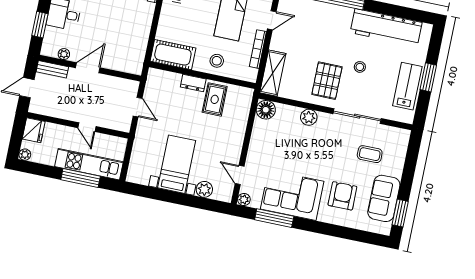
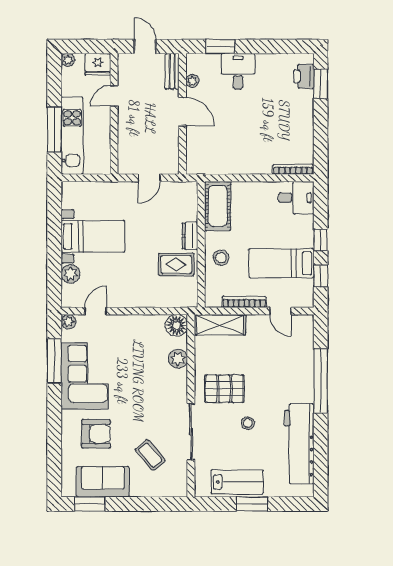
plant: (309, 117) -> (178, 359), moved
door: (87, 127) -> (114, 96), moved
coffee table: (370, 154) -> (150, 455), turned -41

